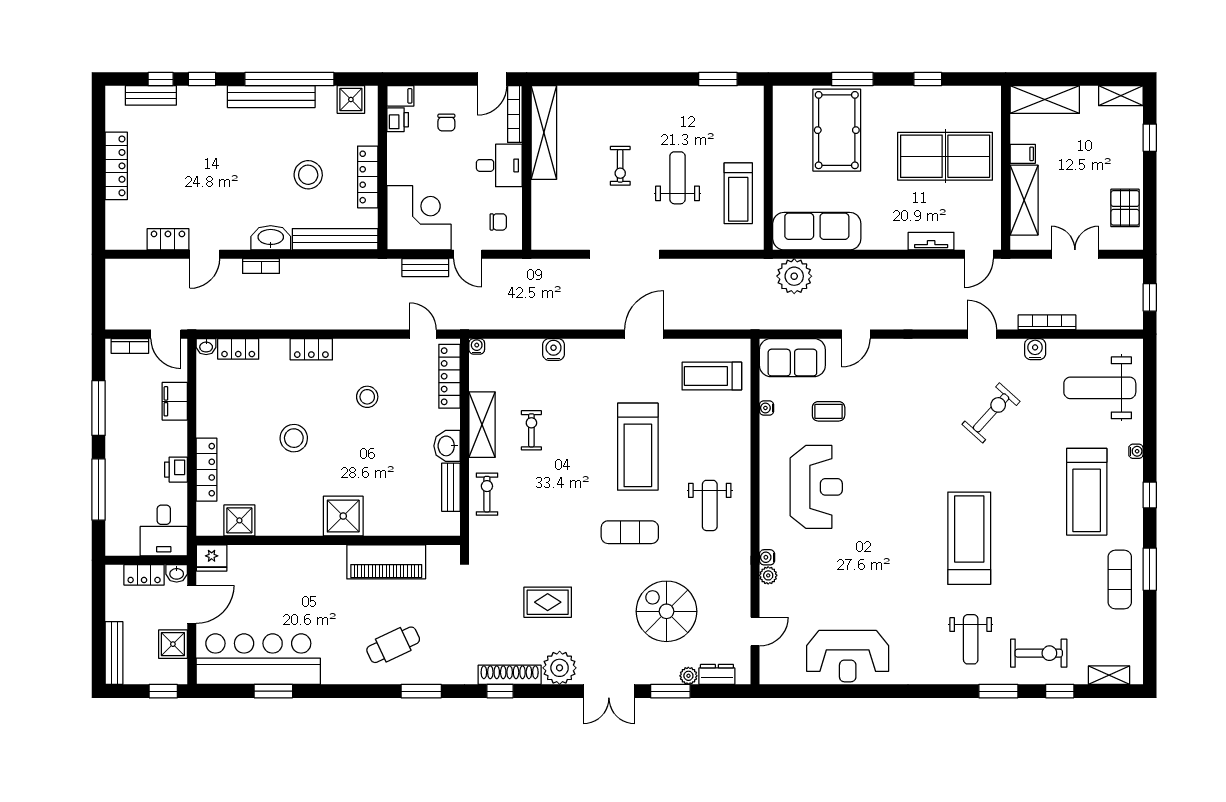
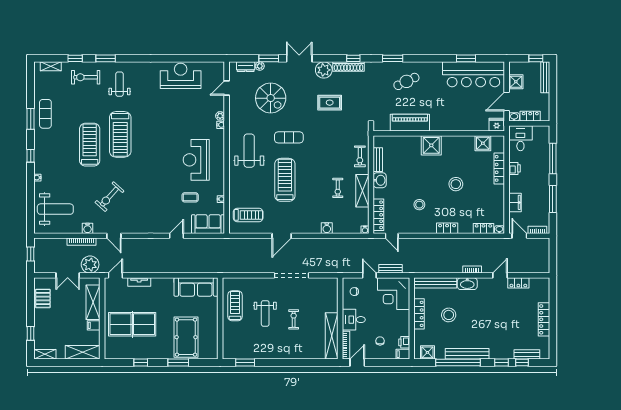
plant: (794, 276) -> (90, 265), moved
treadmill: (1087, 492) -> (90, 145), moved
weight bench: (710, 505) -> (249, 151), width x1.36, depth x1.33
window: (163, 691) -> (536, 58), moved

